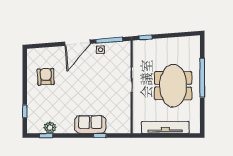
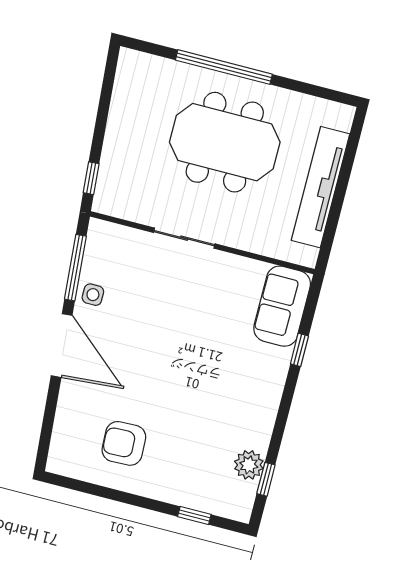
sofa: (90, 124) -> (282, 306), moved

